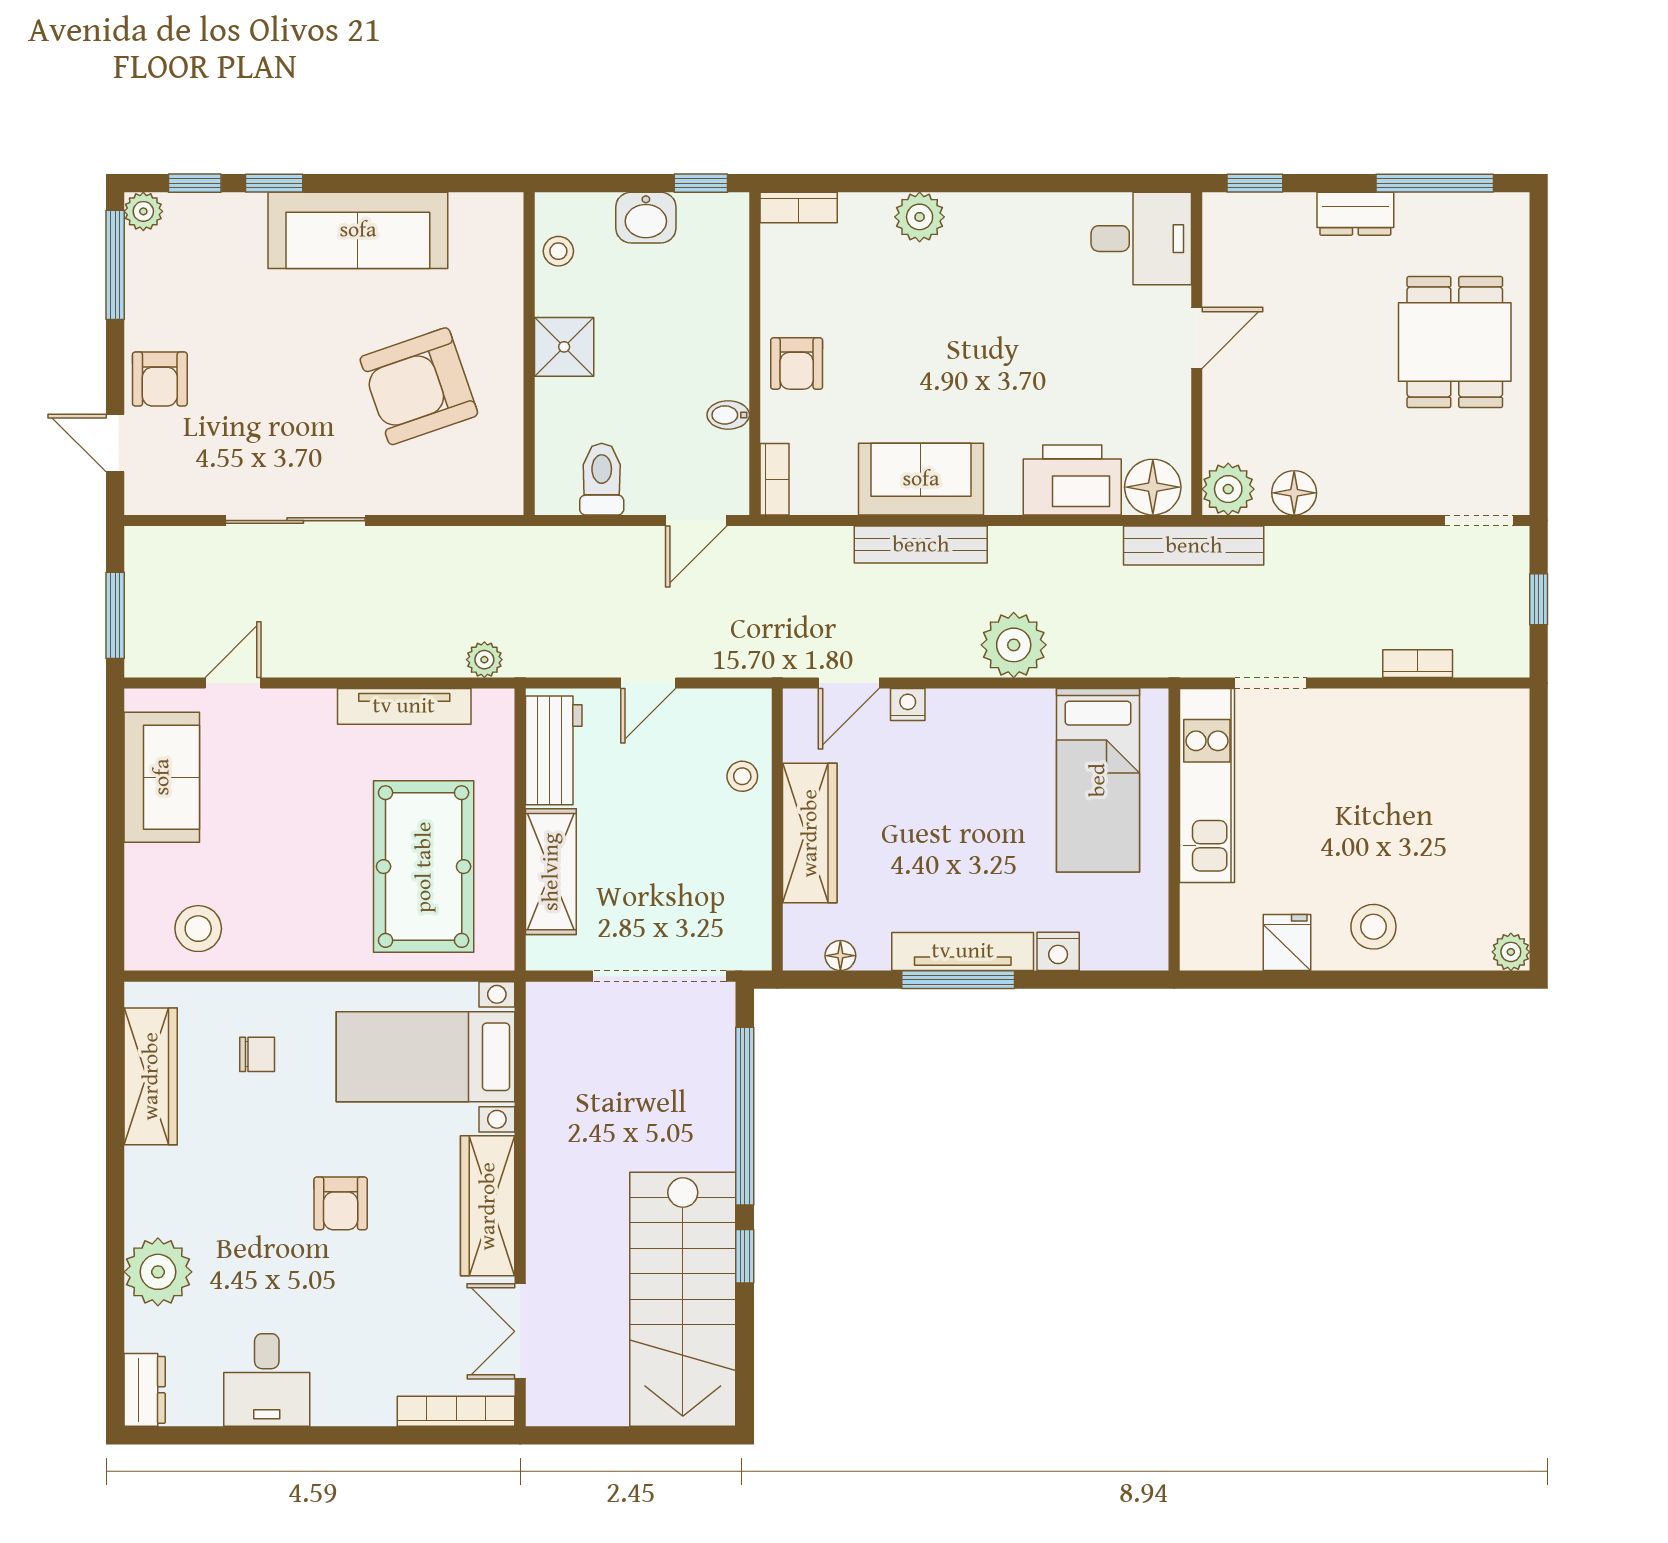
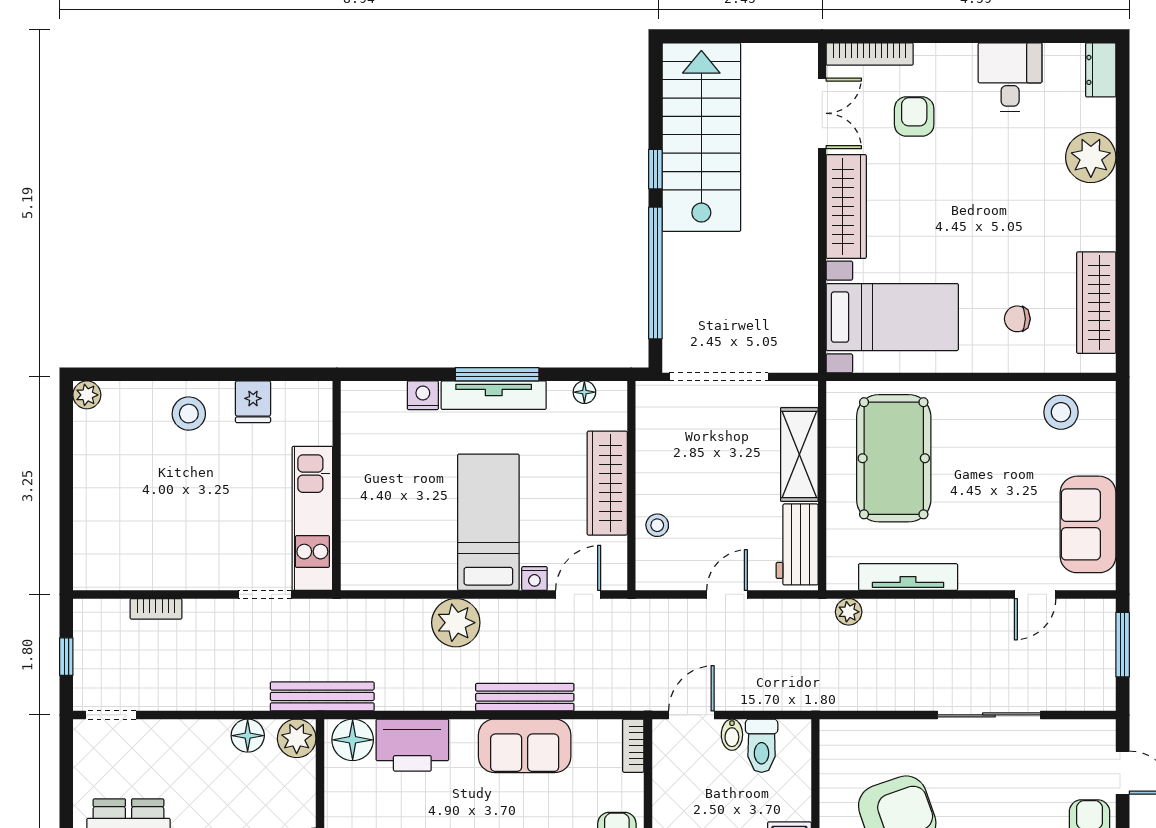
bidet: (728, 415) -> (732, 735), moved, turned 90
bed: (1098, 780) -> (488, 522), moved
armchair: (341, 1203) -> (914, 117), moved

